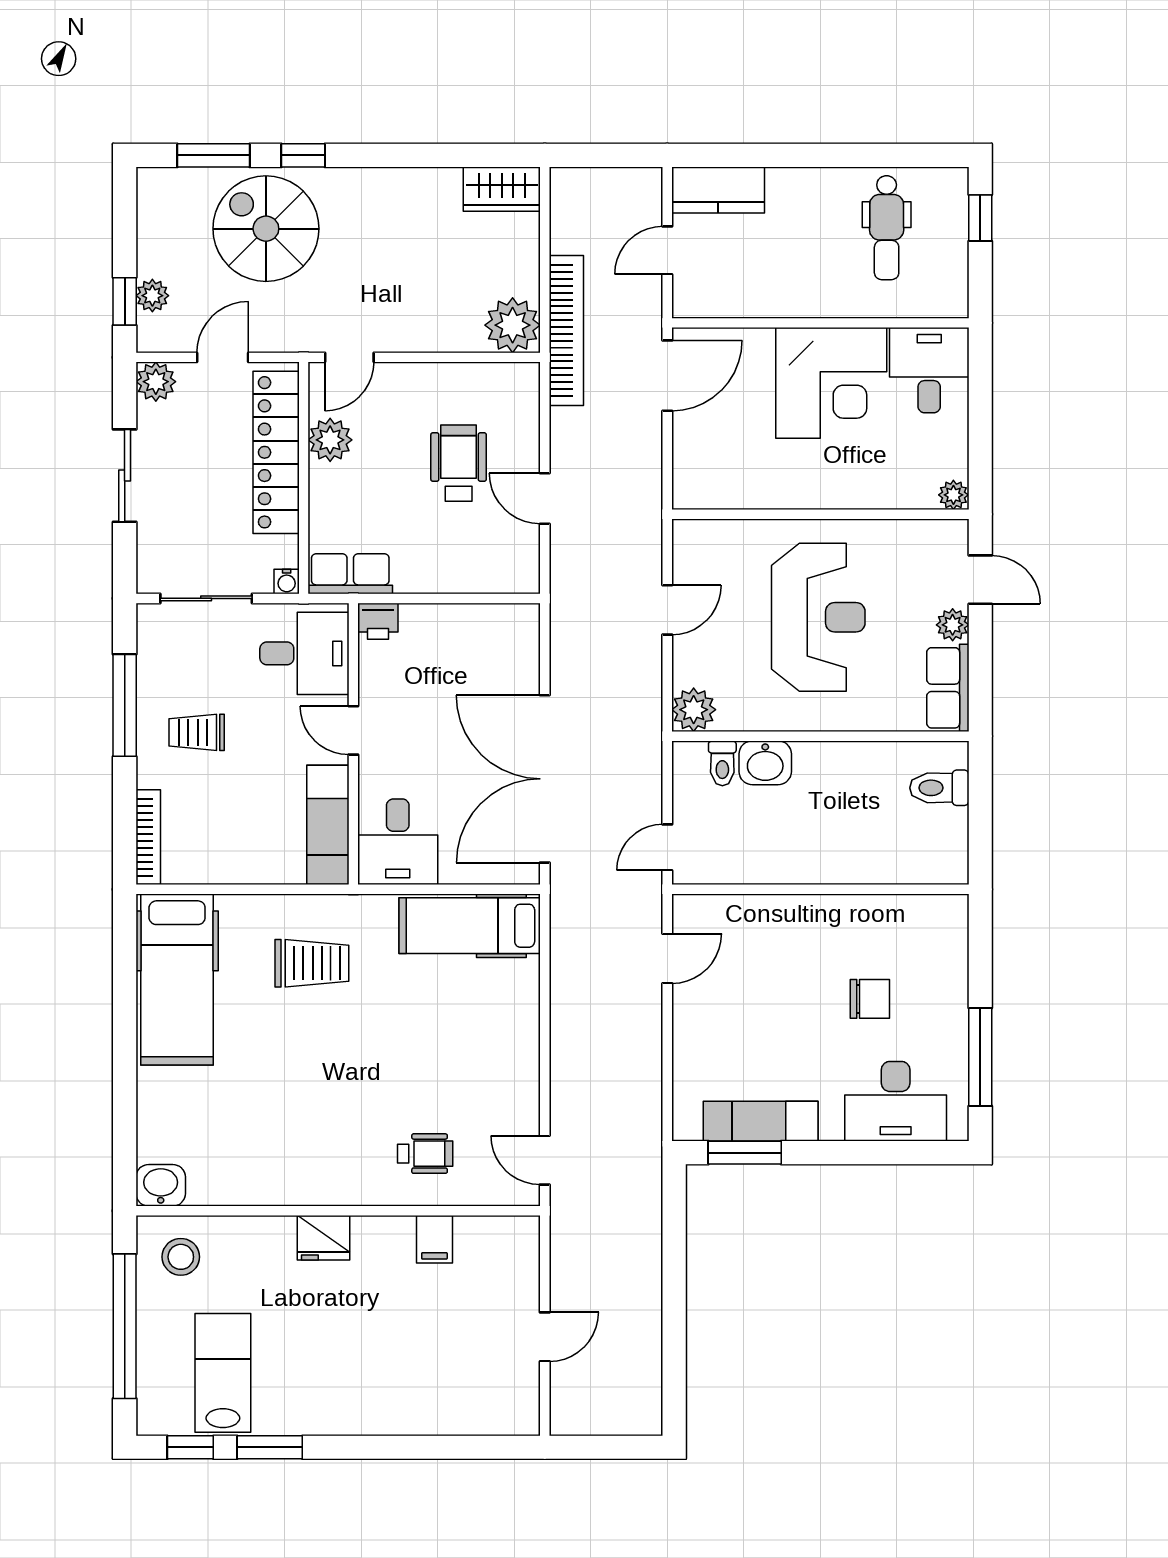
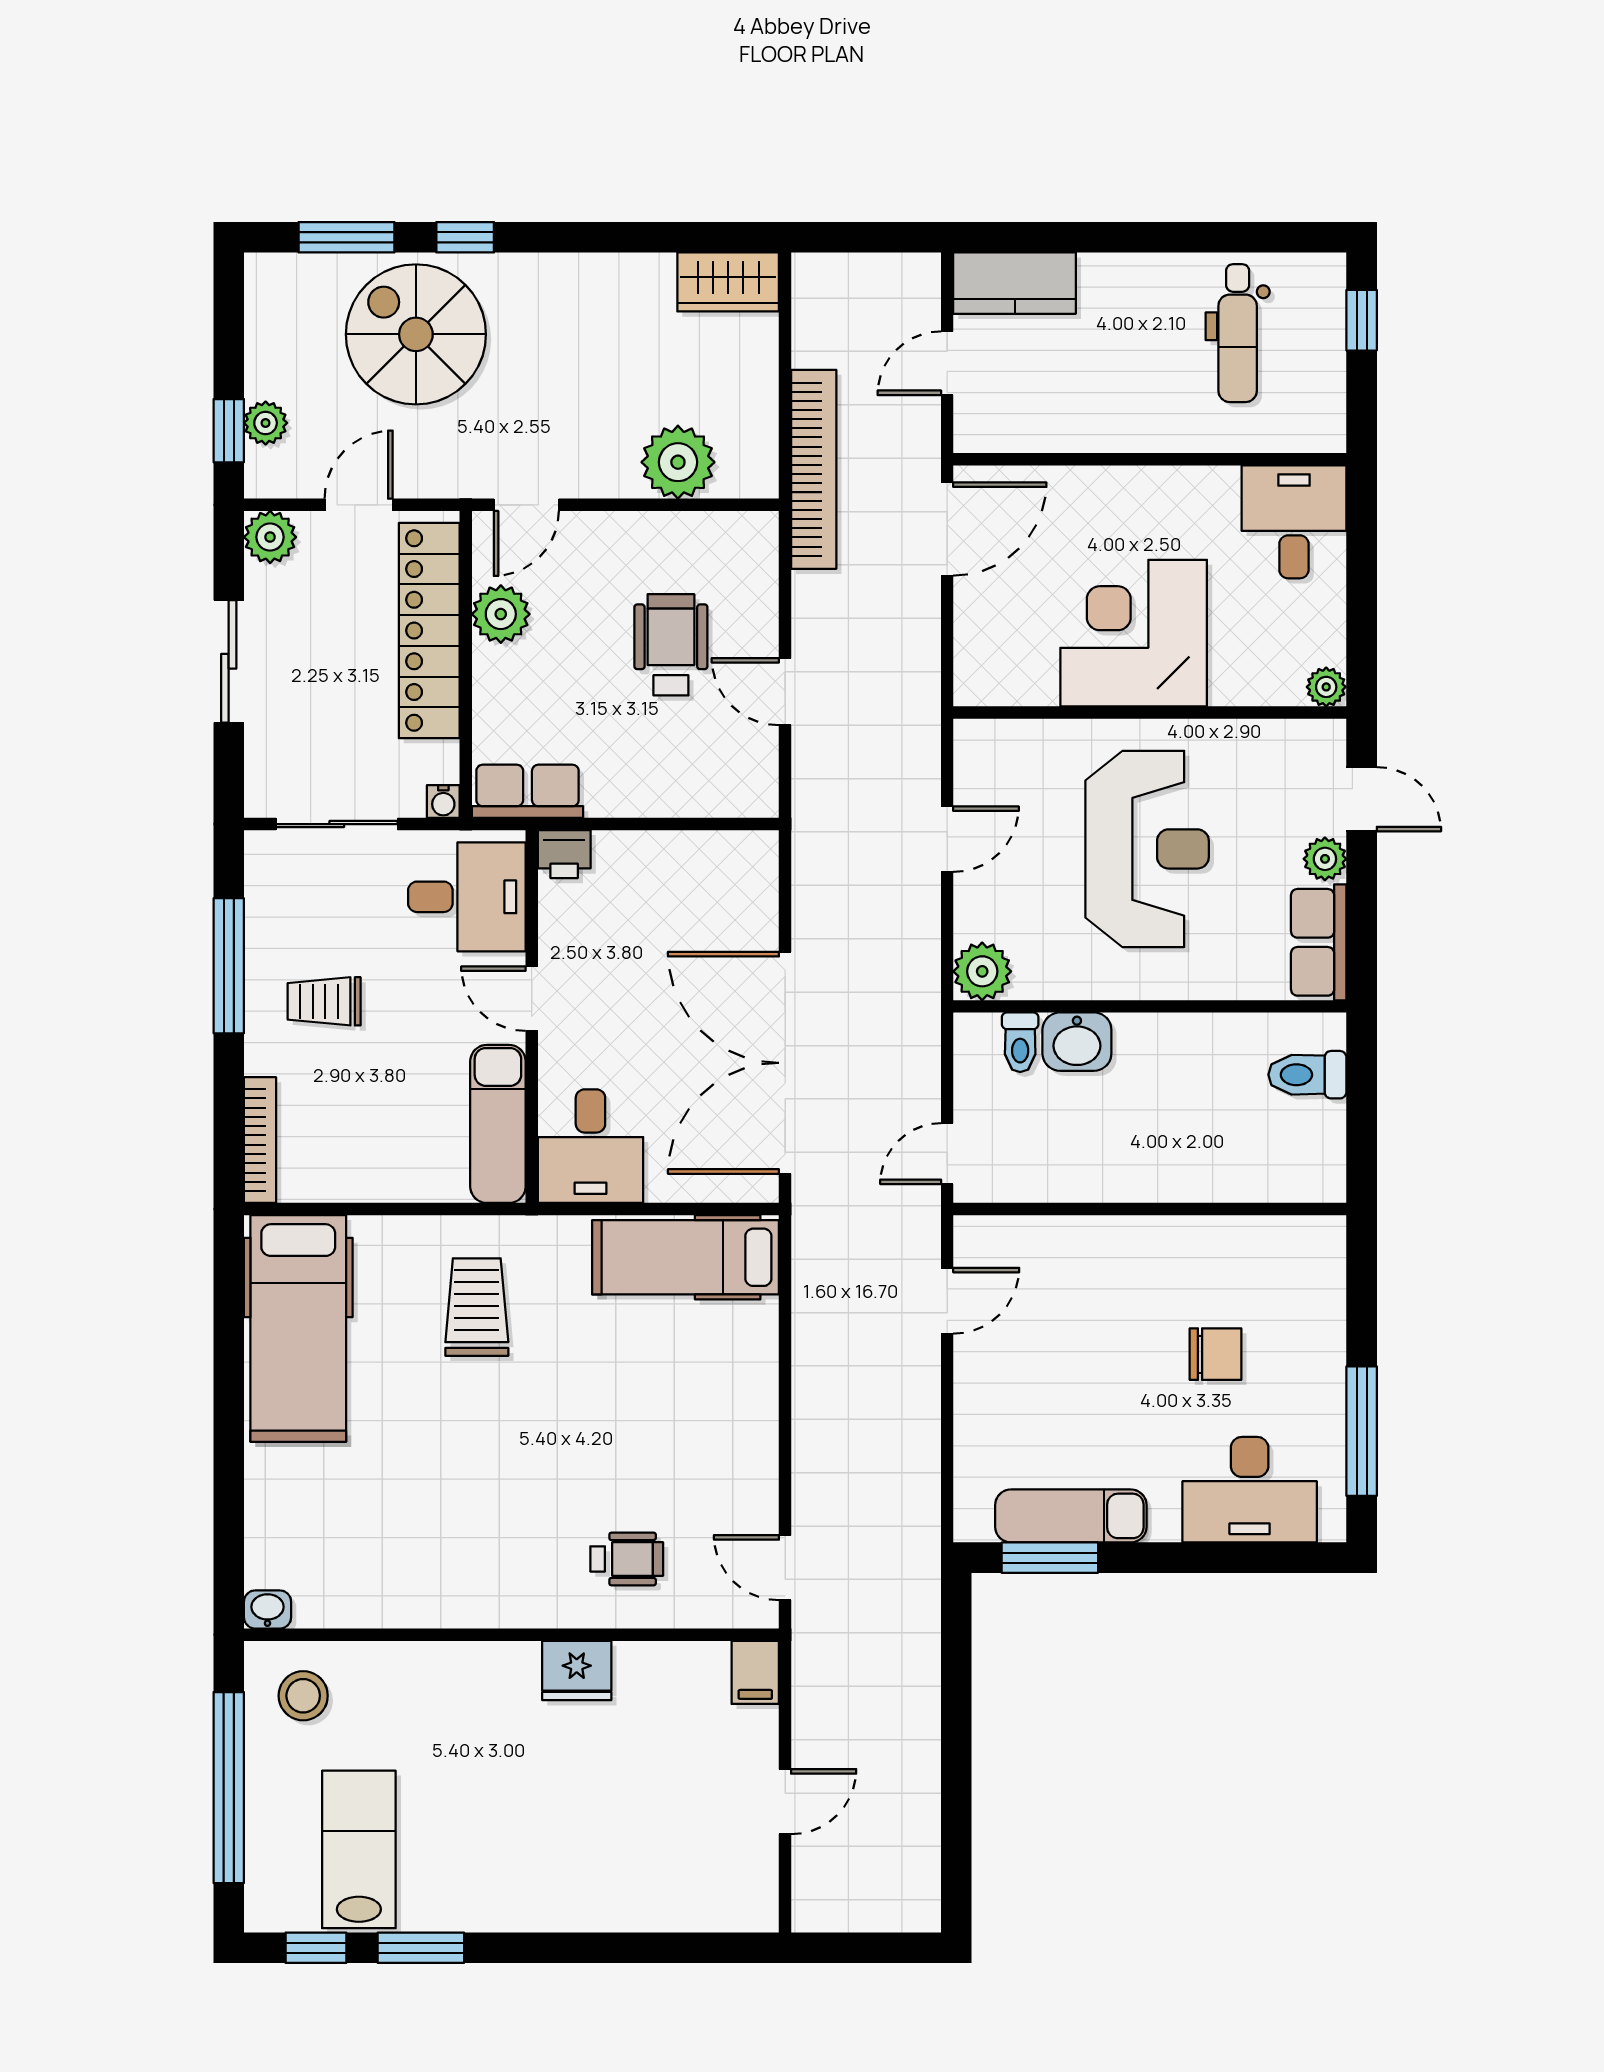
plant: (513, 325) -> (678, 462), moved
corner desk: (831, 383) -> (1134, 633), moved, turned 180
trolley: (312, 963) -> (477, 1307), turned -90
washbasin: (161, 1185) -> (268, 1610), width x0.72, depth x0.69
fridge: (323, 1238) -> (577, 1670), moved
filing cabinet: (434, 1239) -> (755, 1672), moved

